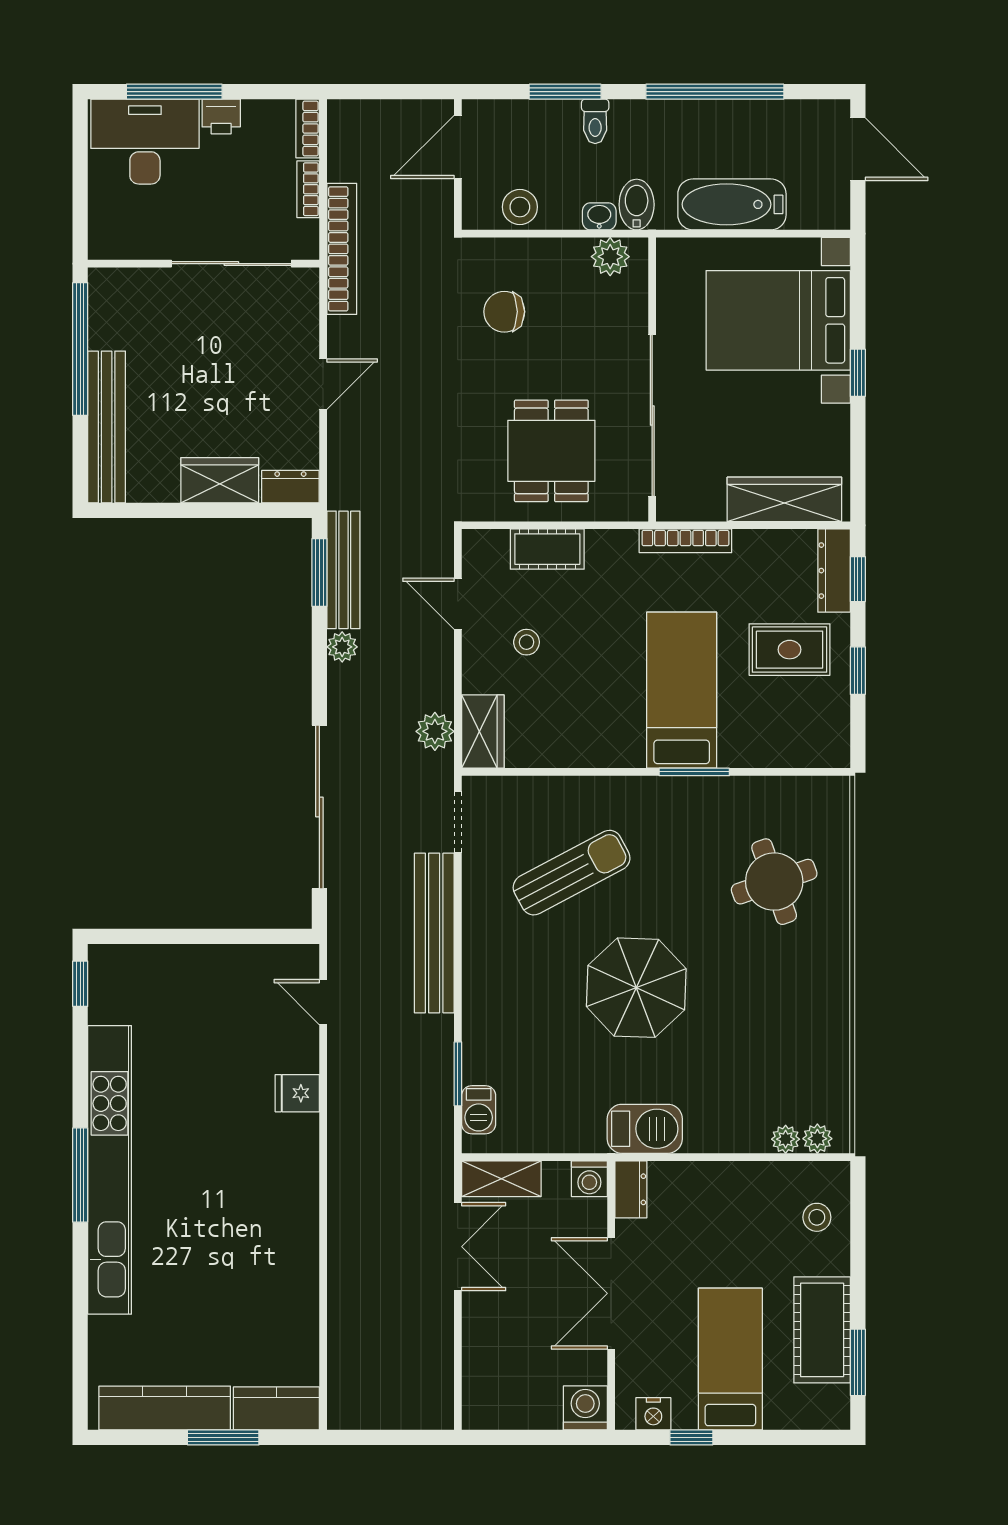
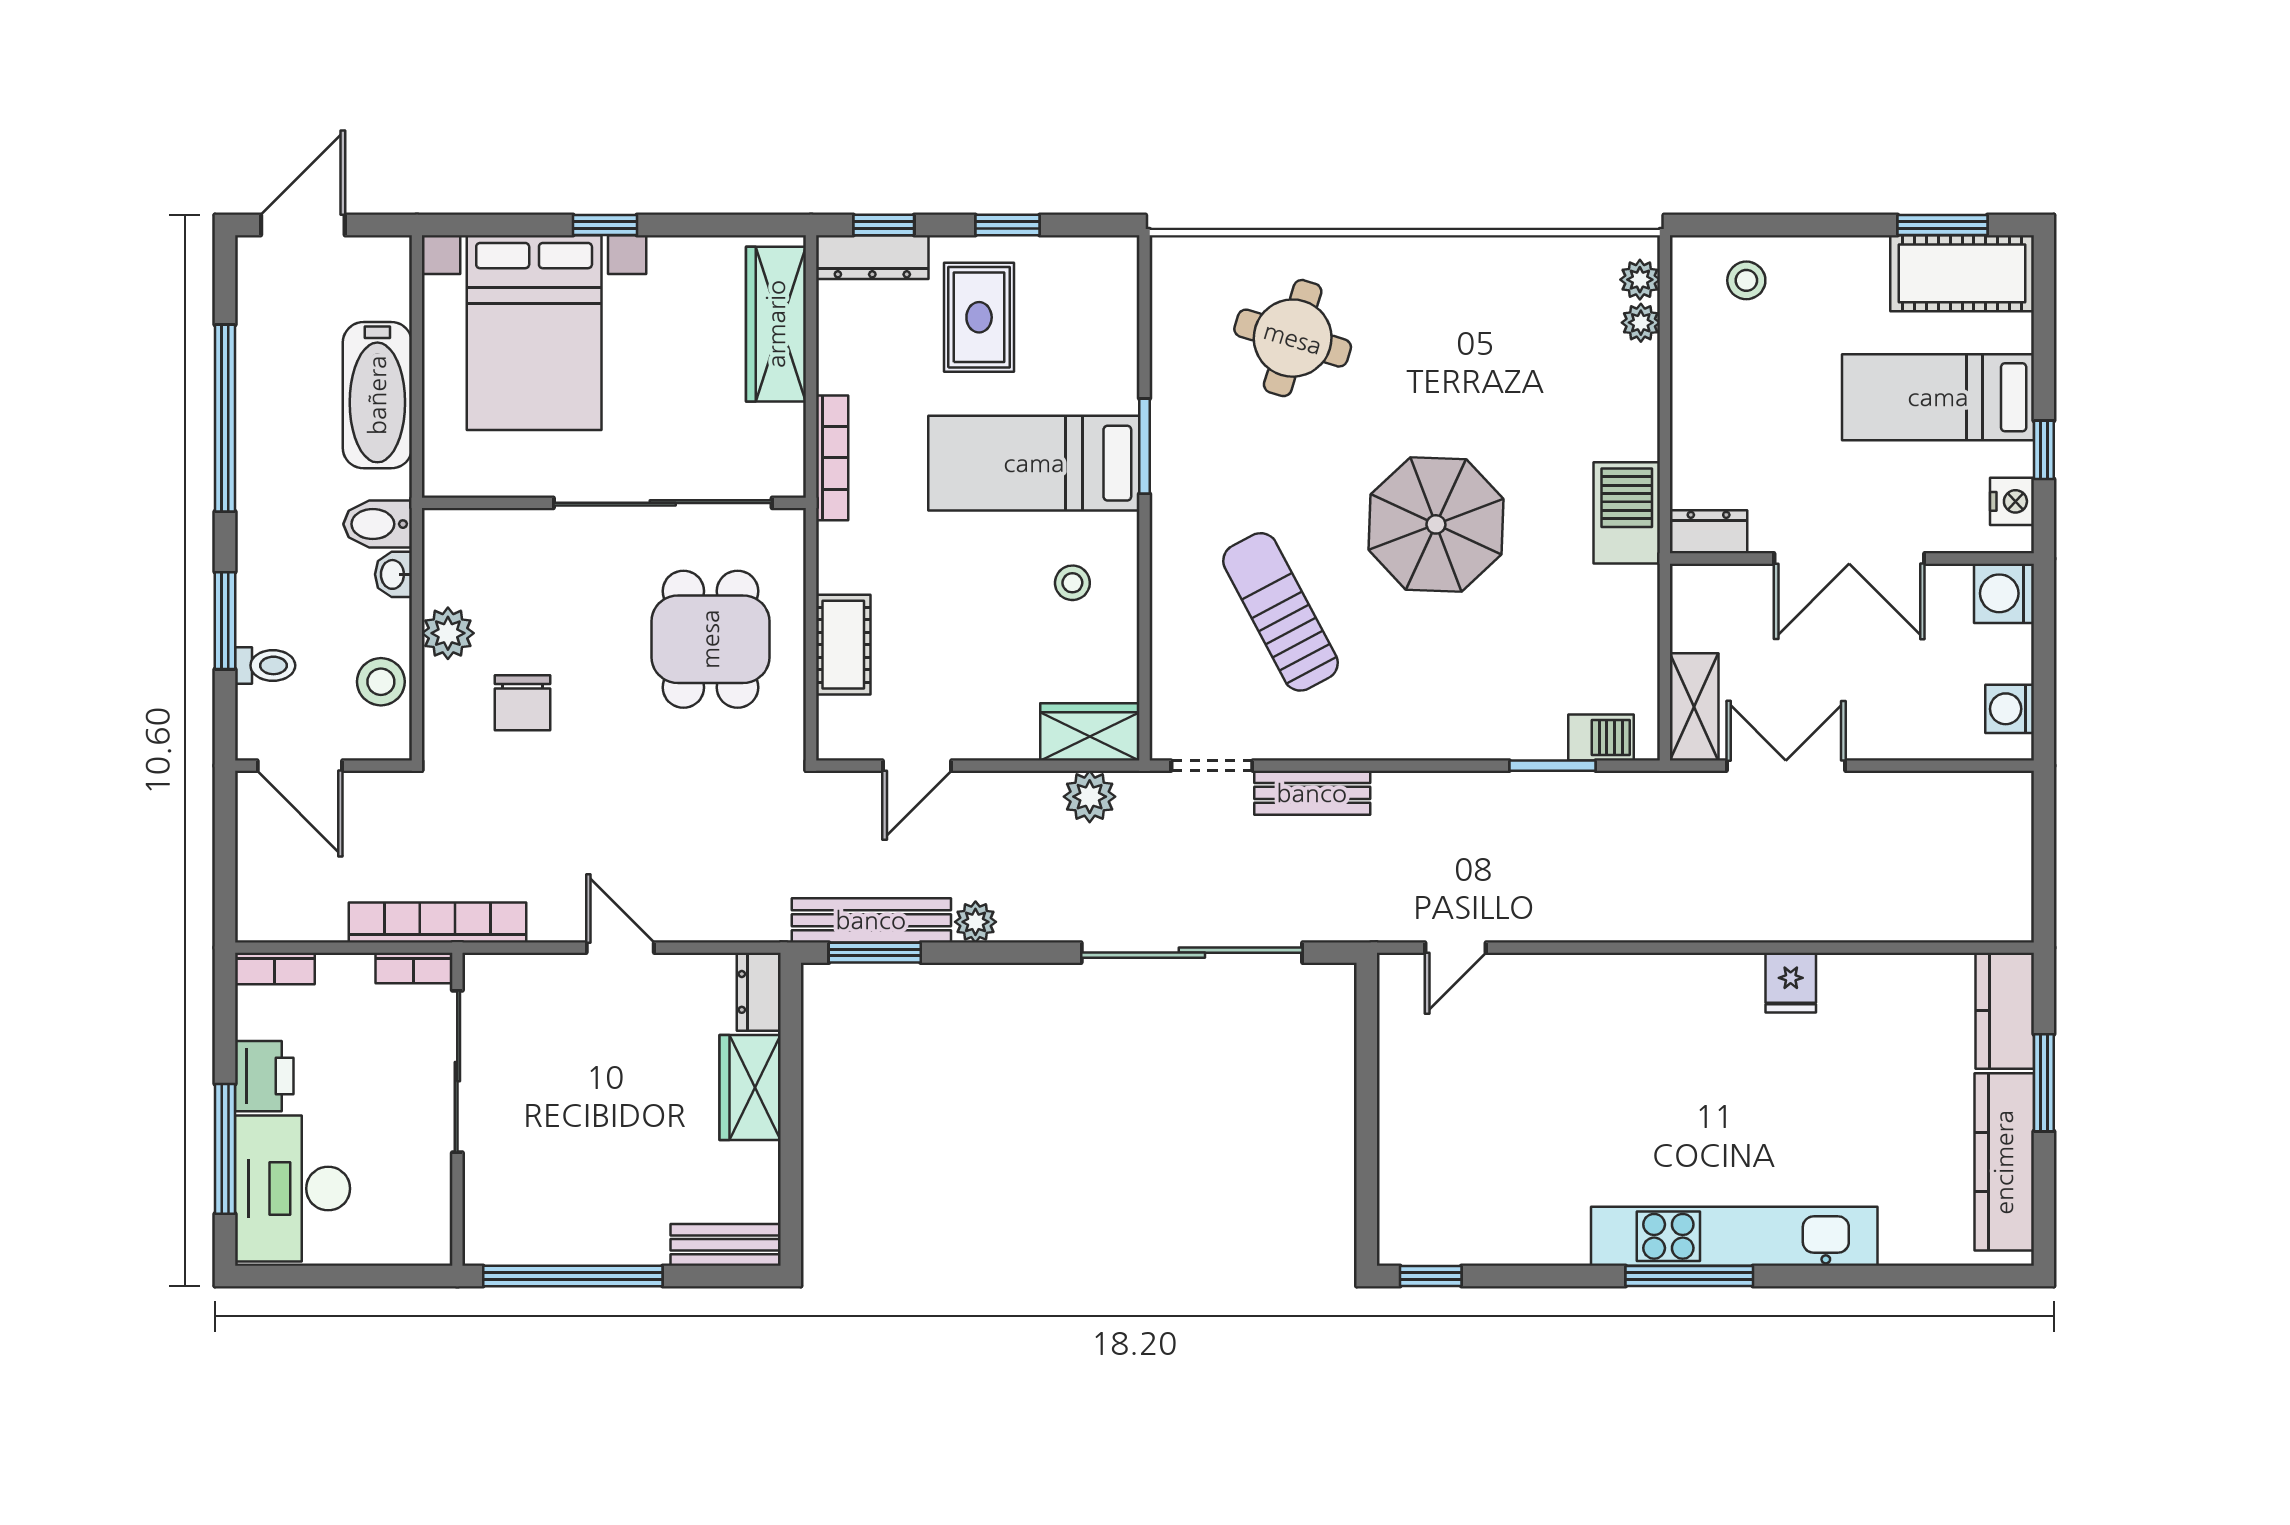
printer: (221, 116) -> (264, 1076), width x1.36, depth x1.24
toilet: (595, 121) -> (265, 665), moved
bookcase: (308, 189) -> (414, 968), moved
plant: (610, 257) -> (448, 633), moved
bench: (107, 427) -> (726, 1245), width x0.54, depth x0.82
dining table: (551, 451) -> (710, 639), turned 90
stool: (527, 642) -> (1072, 583), moved
round table: (774, 882) -> (1293, 338), turned 36
bench: (434, 933) -> (1312, 793), width x0.54, depth x0.82
fridge: (297, 1093) -> (1791, 983), moved
kitchen unit: (110, 1170) -> (1734, 1236), width x0.73
washing machine: (589, 1179) -> (2010, 709), moved, turned 180
cot: (822, 1330) -> (1962, 273), moved

